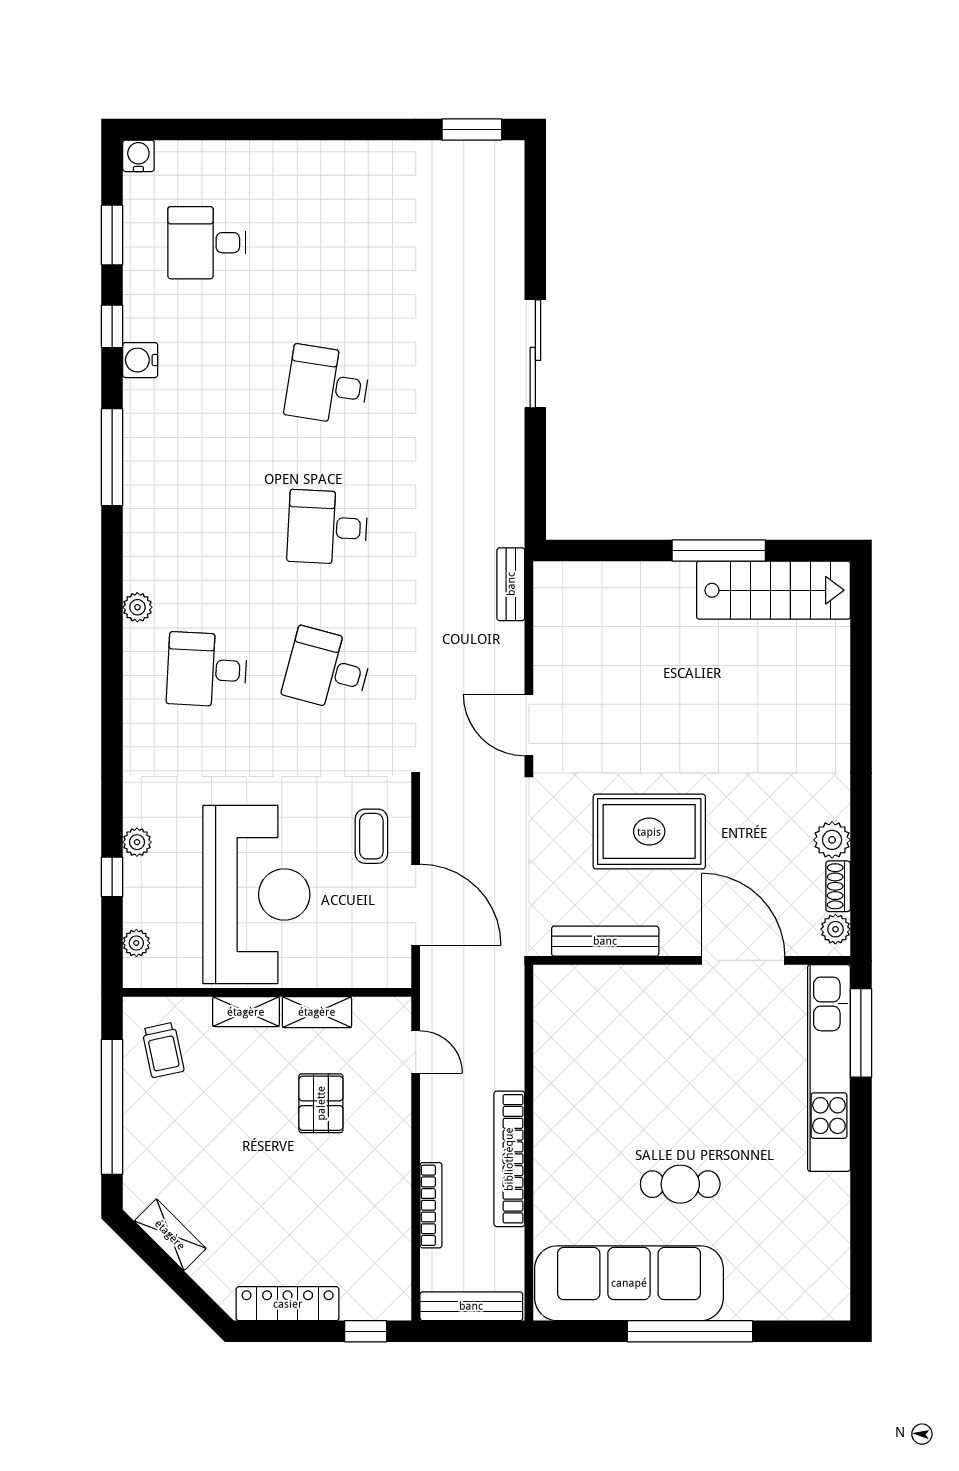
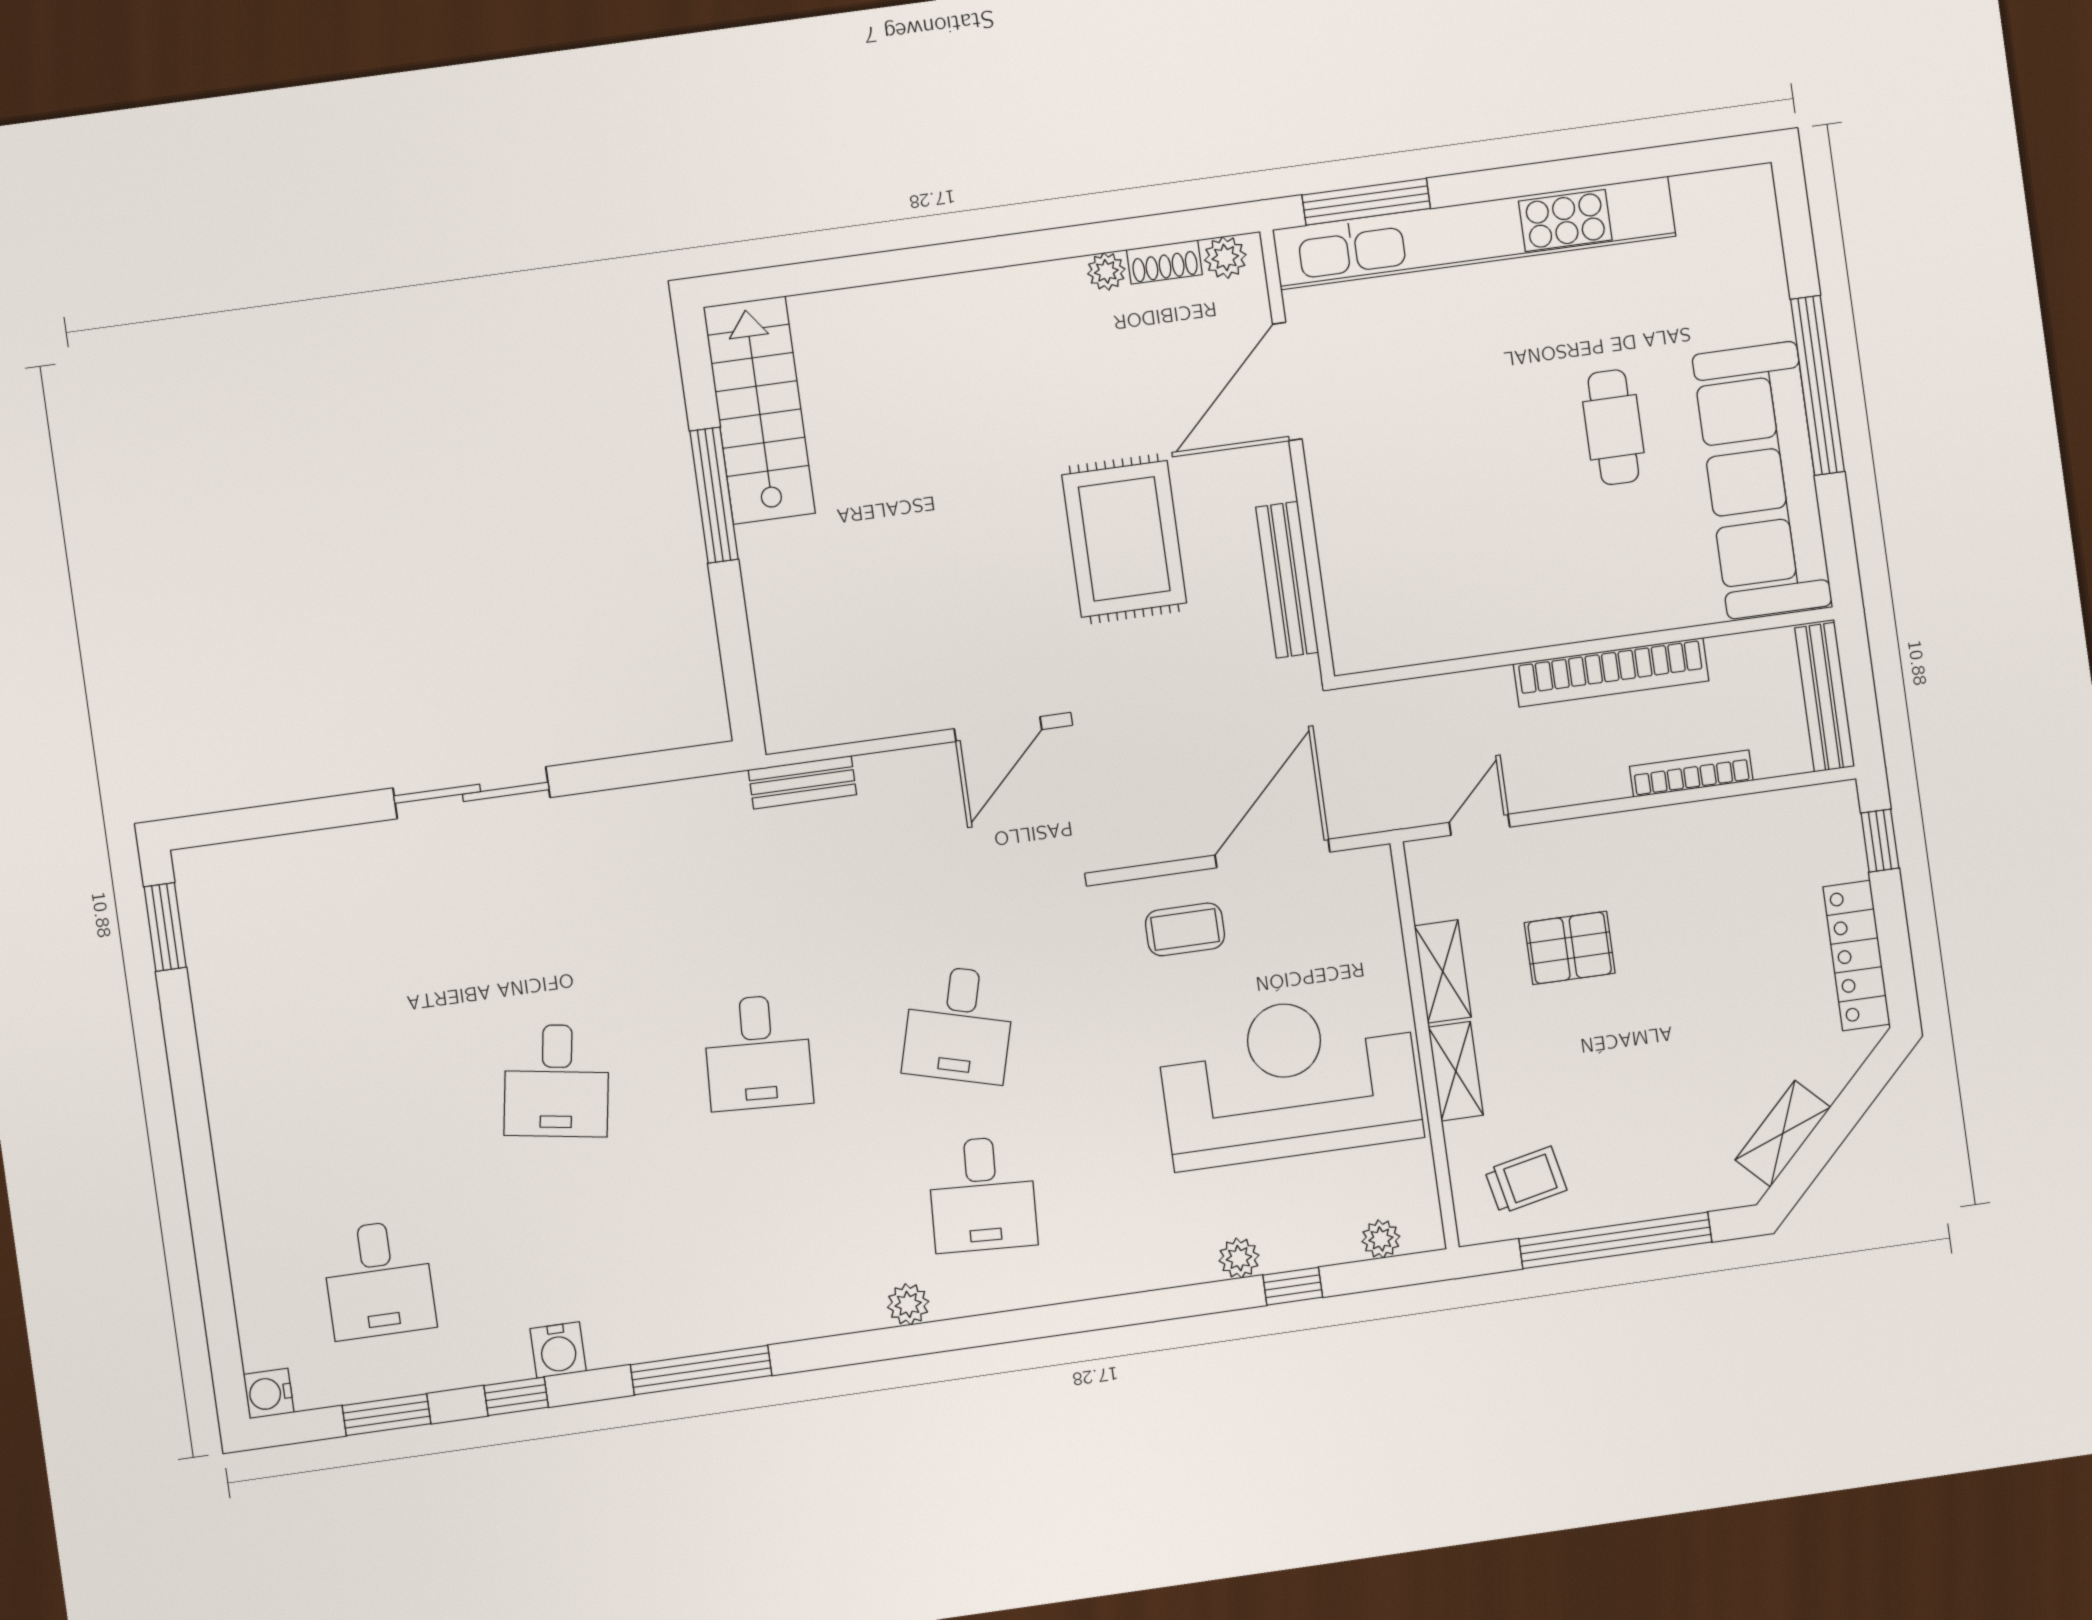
plant: (832, 840) -> (1106, 271), width x0.73, depth x0.73
kitchen unit: (829, 1068) -> (1474, 233), width x1.36

